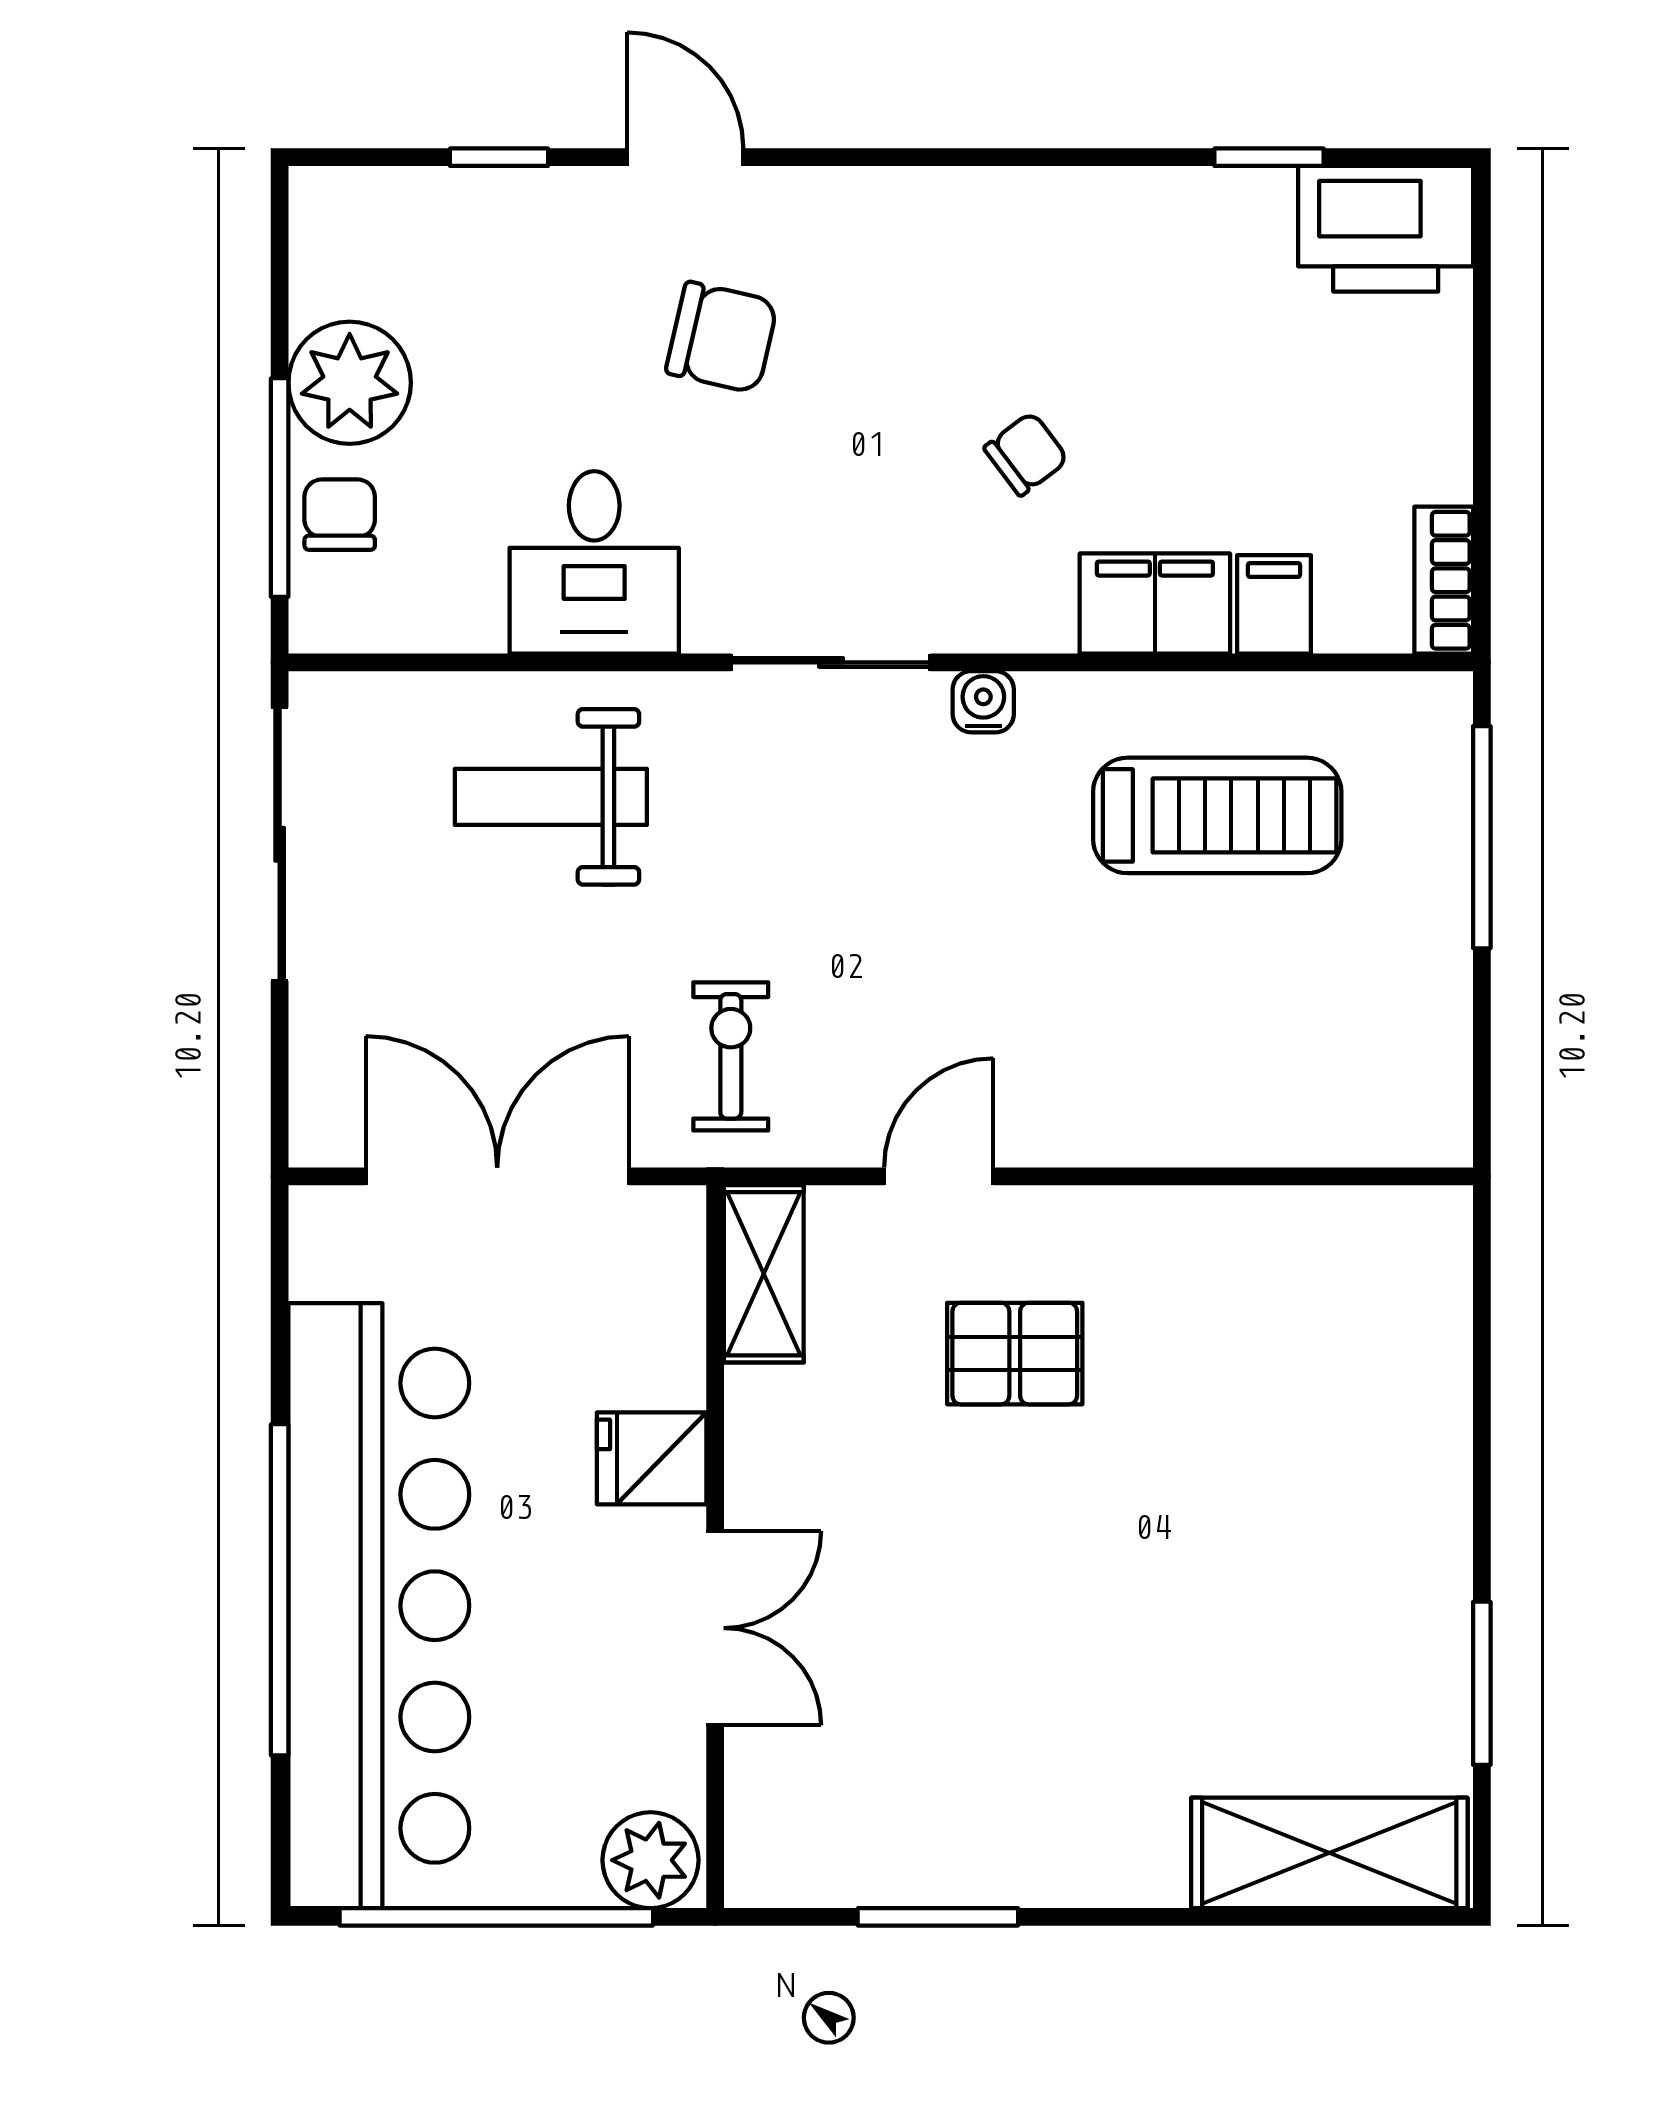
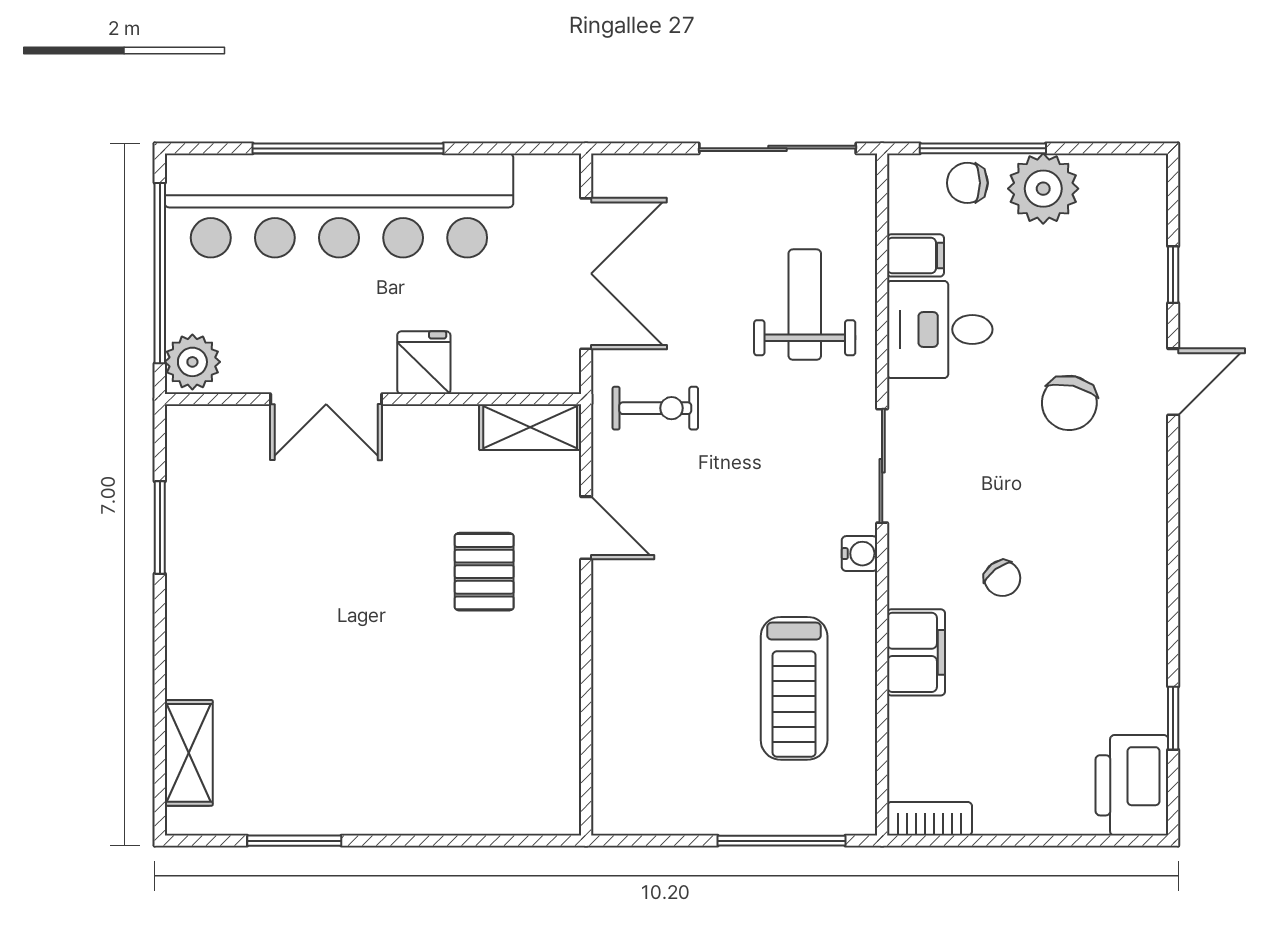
chair: (340, 515) -> (967, 183), turned 180
filing cabinet: (1274, 604) -> (916, 255), moved
shelving: (1329, 1853) -> (189, 753), width x0.67, depth x0.75

